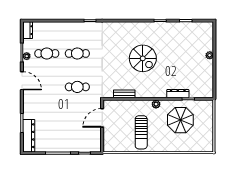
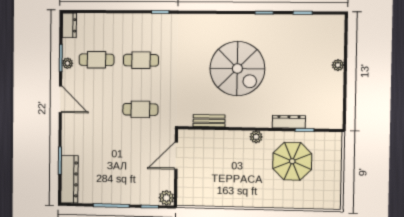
spiral stairs: (143, 58) -> (237, 69), width x1.37, depth x1.37
sun lounger: (141, 132) -> (233, 178), removed
plant: (96, 147) -> (166, 198), added

